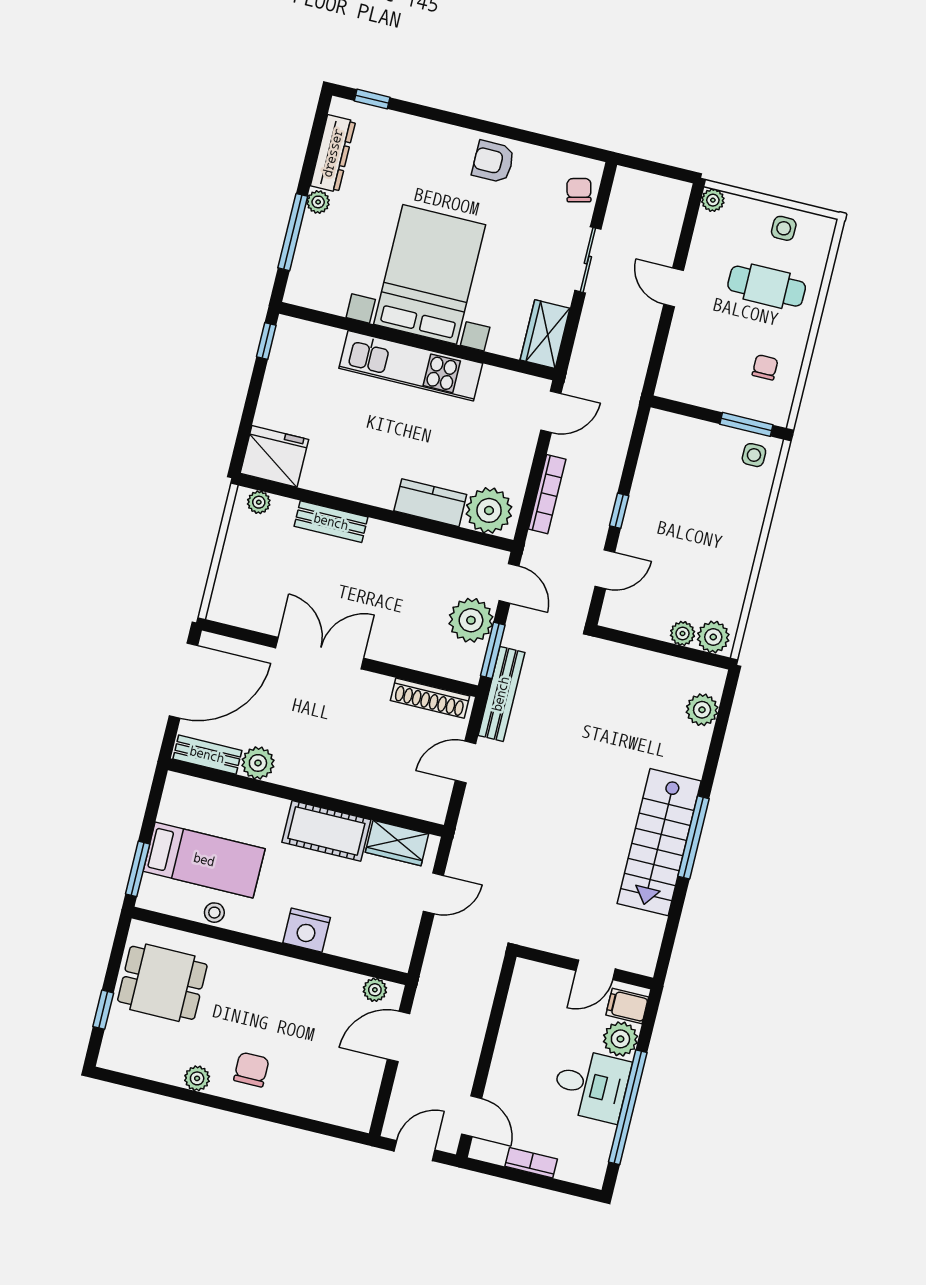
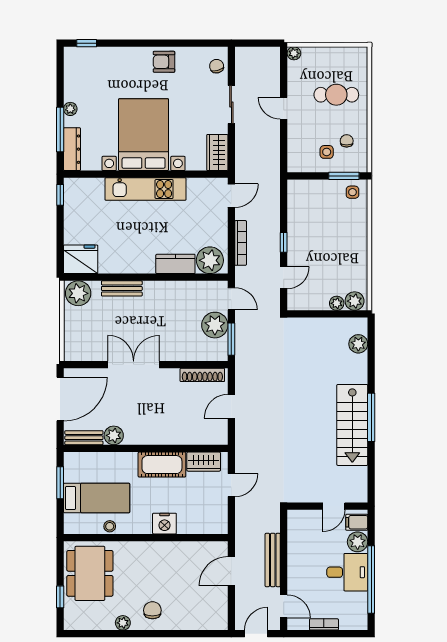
dresser: (333, 153) -> (72, 149), moved
side table: (784, 228) -> (327, 152), moved
plant: (259, 502) -> (78, 293), width x1.87, depth x1.87
bench: (501, 694) -> (273, 560), moved
window: (138, 869) -> (60, 483), moved
dining table: (162, 983) -> (90, 573), width x1.38
plant: (375, 990) -> (211, 548), removed

